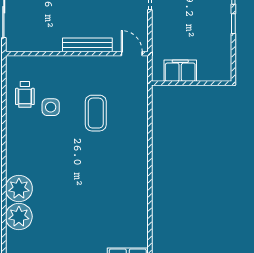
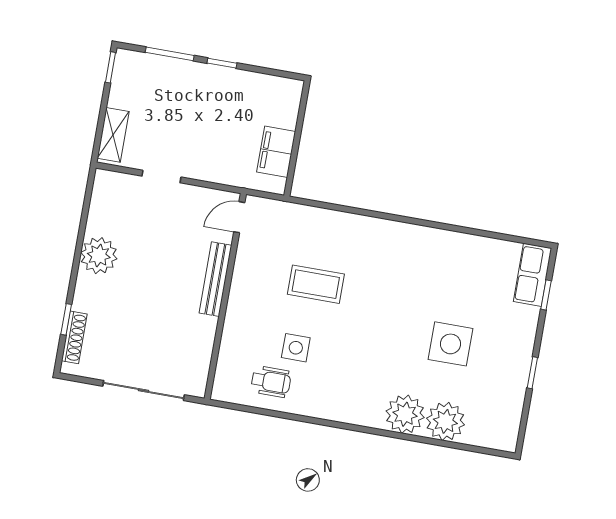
side table: (72, 211) -> (450, 344), added

